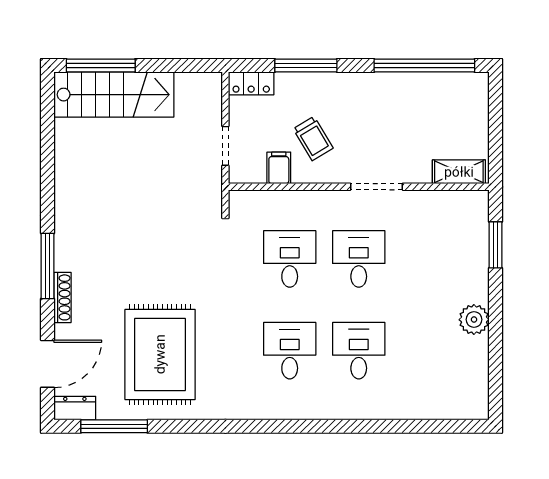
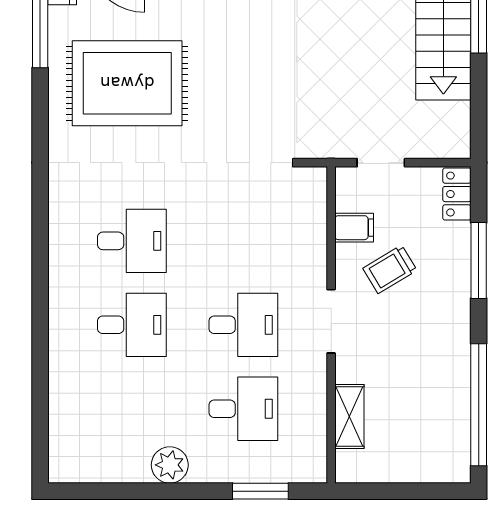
shelving: (459, 172) -> (349, 417), moved
doorway: (377, 187) -> (331, 321), moved
desk: (290, 259) -> (243, 409), moved

